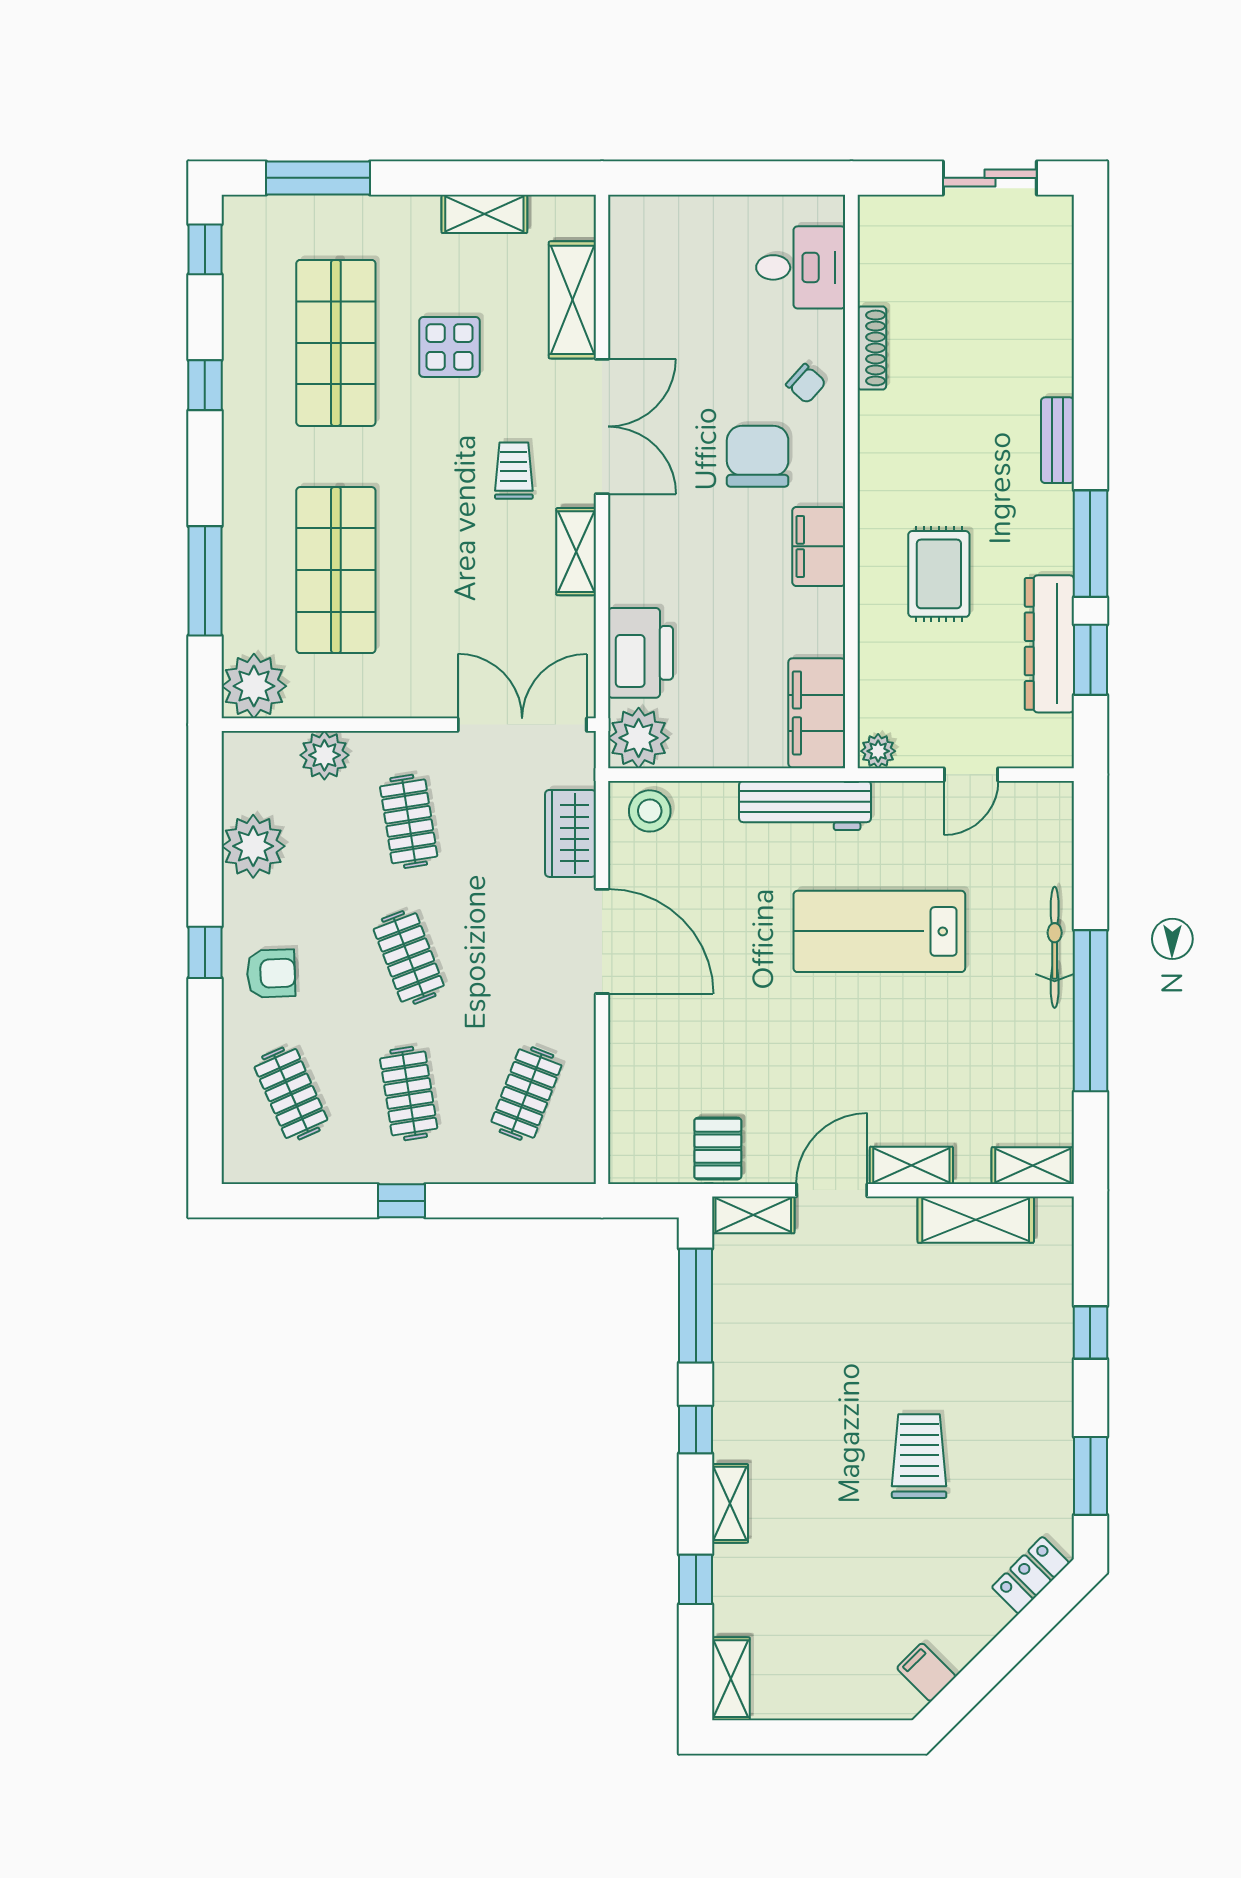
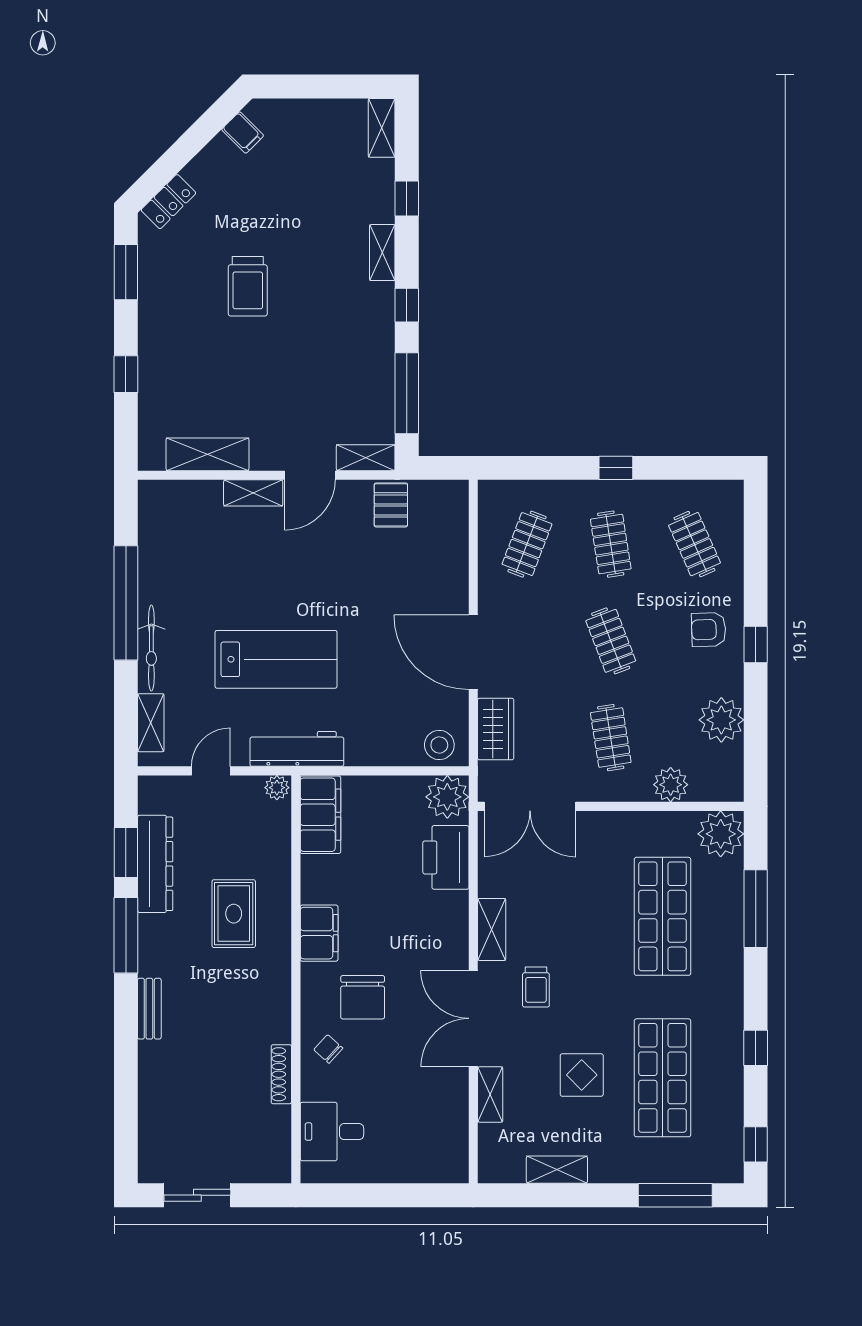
shelving: (572, 300) -> (490, 1095), width x0.67, depth x0.75
workbench: (805, 805) -> (297, 749), moved
shelving: (1033, 1166) -> (151, 723), moved, turned 90

